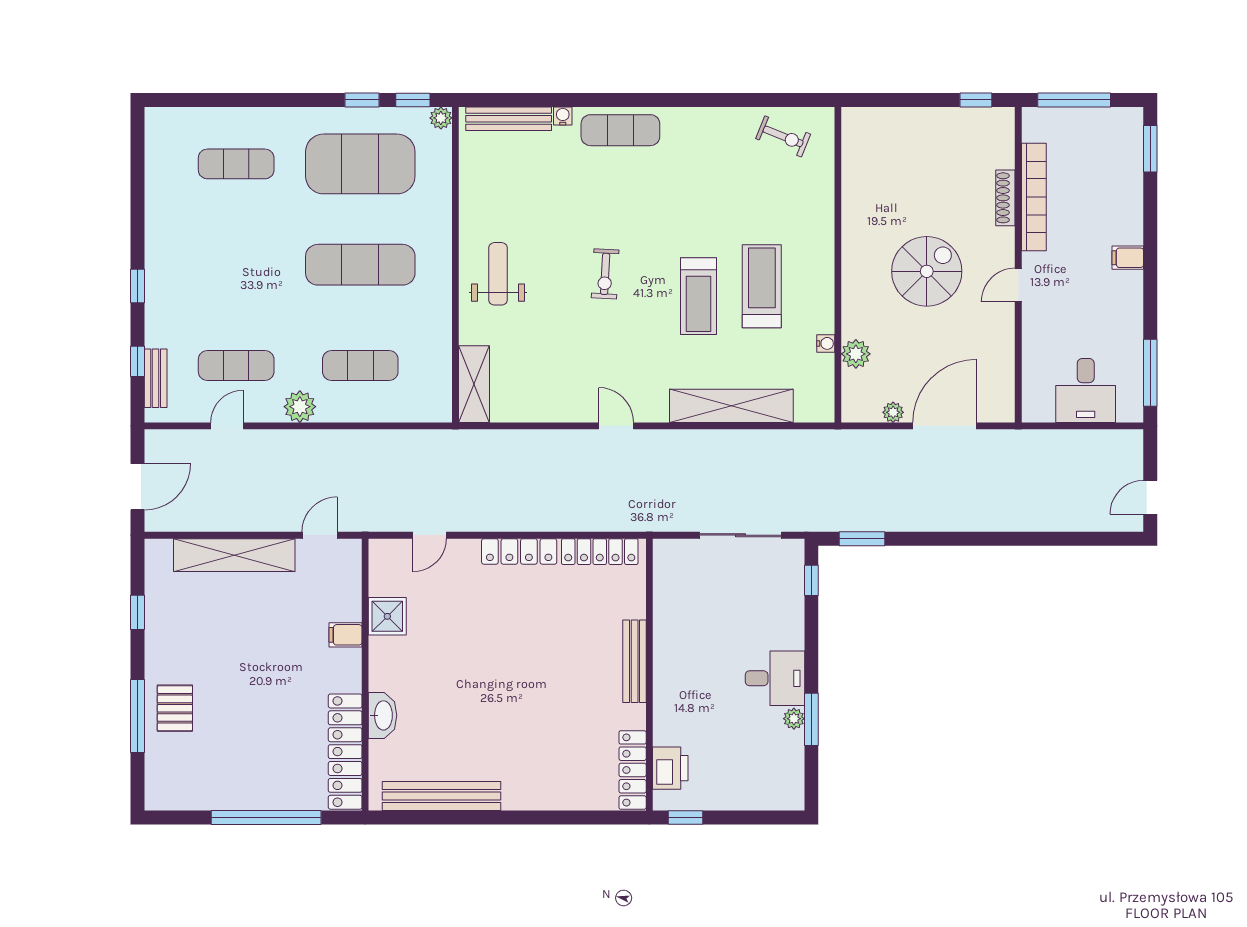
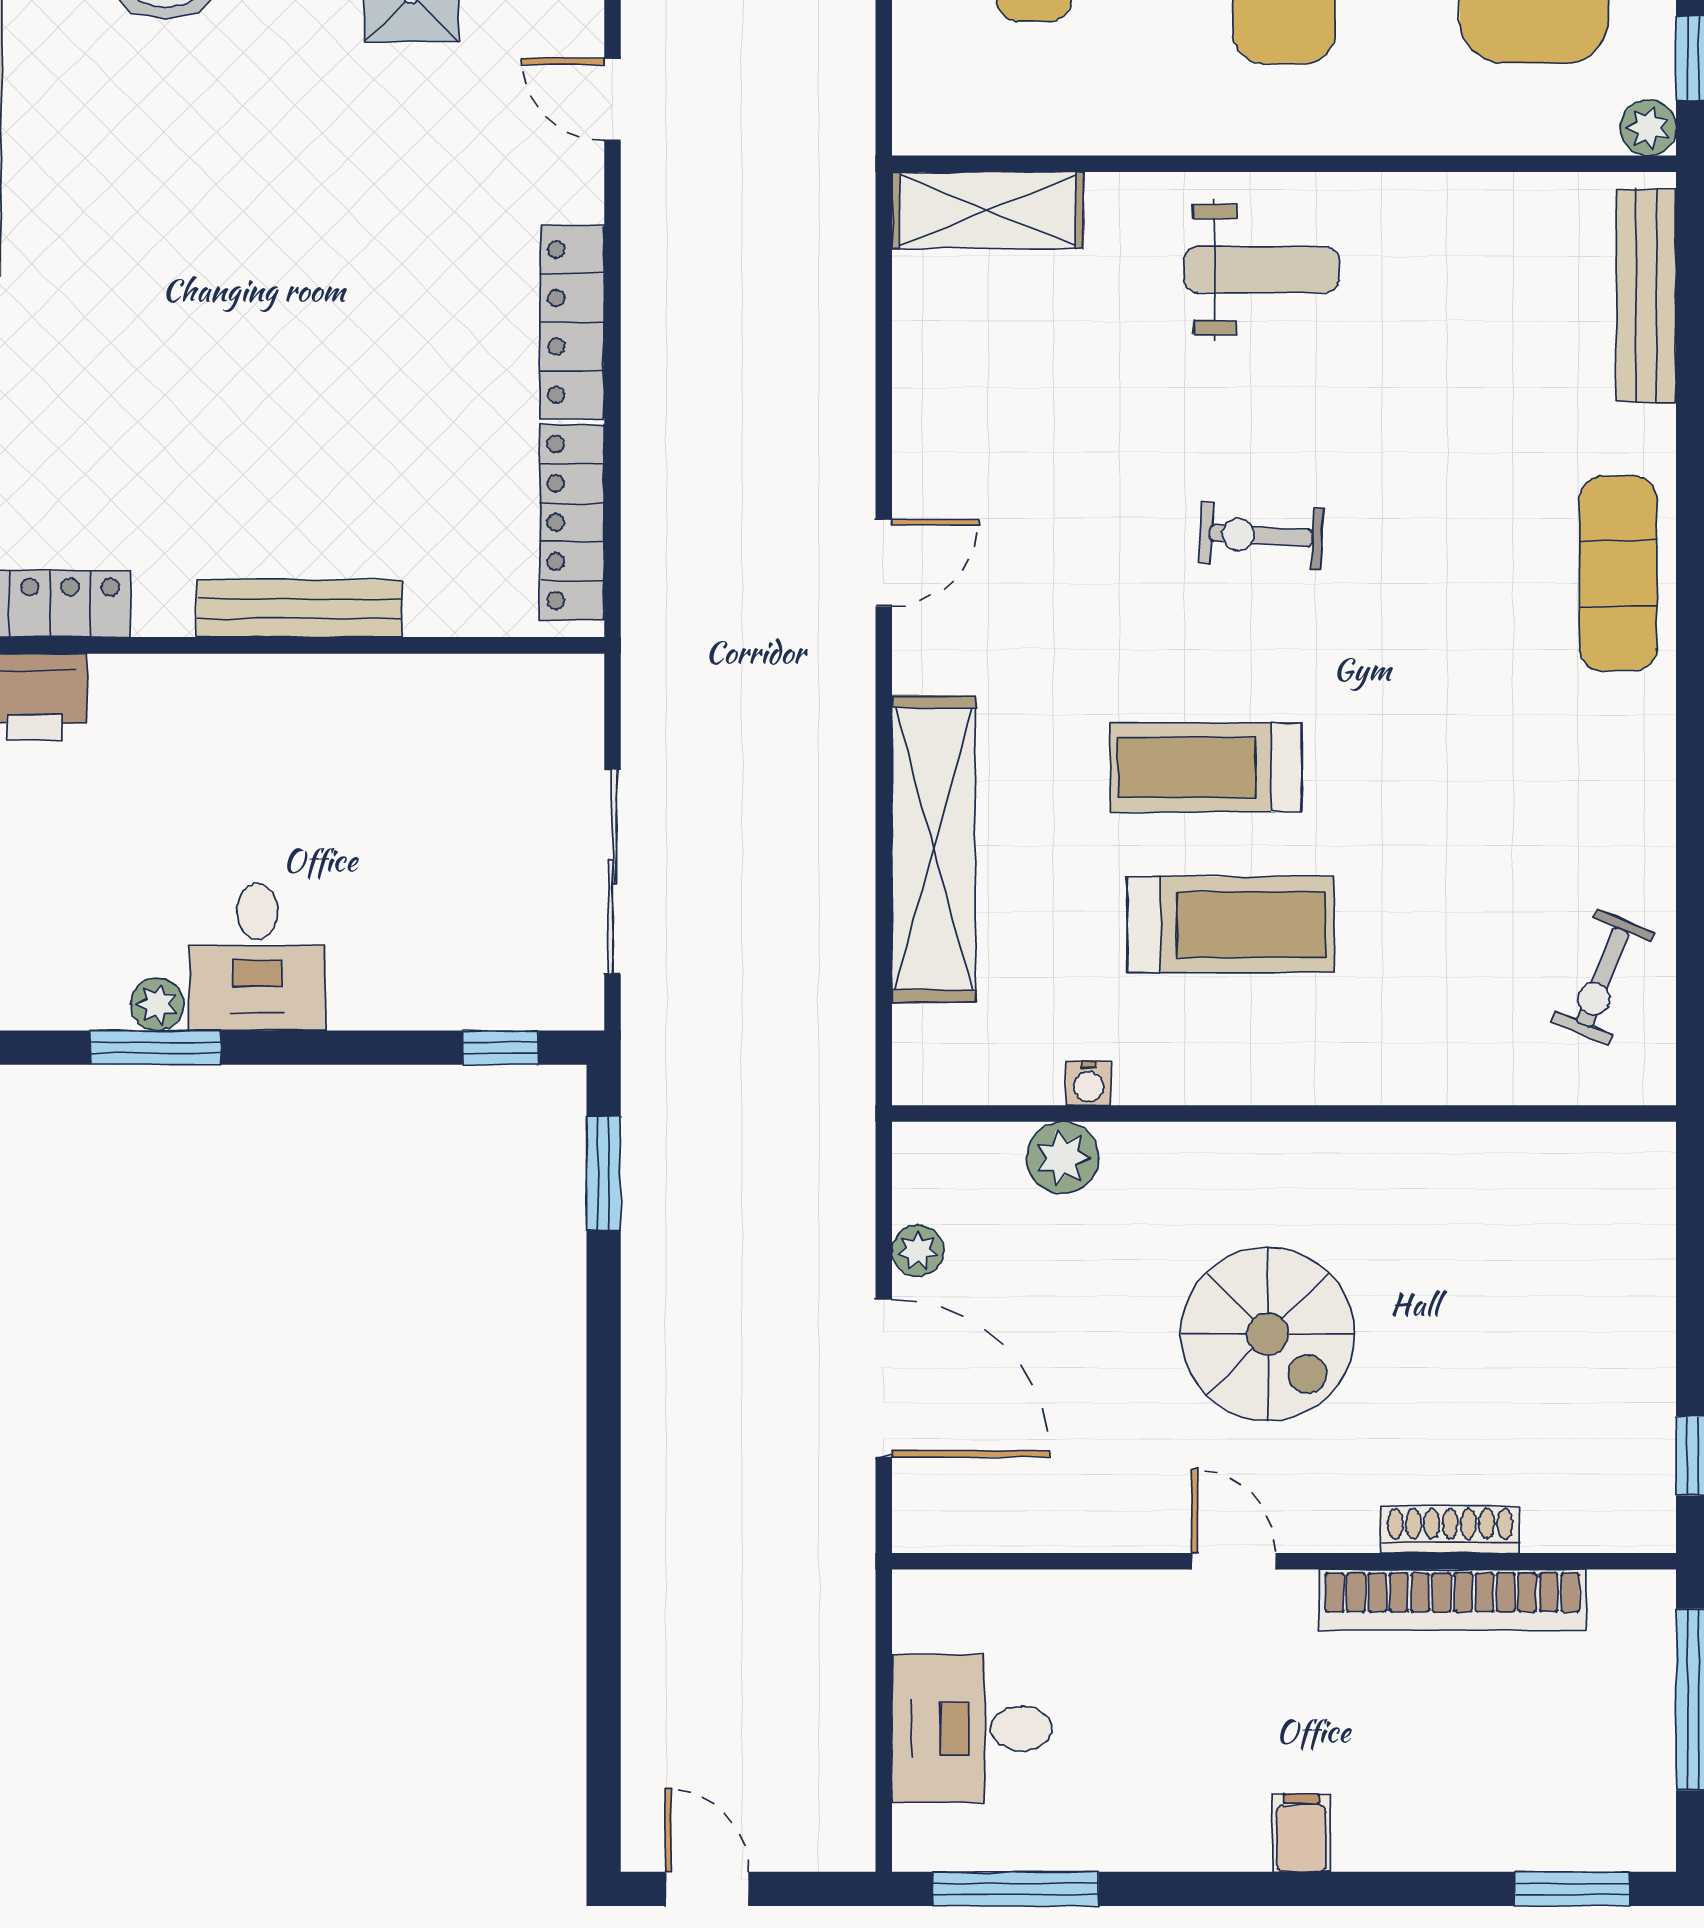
water cooler: (563, 116) -> (1653, 430), removed

